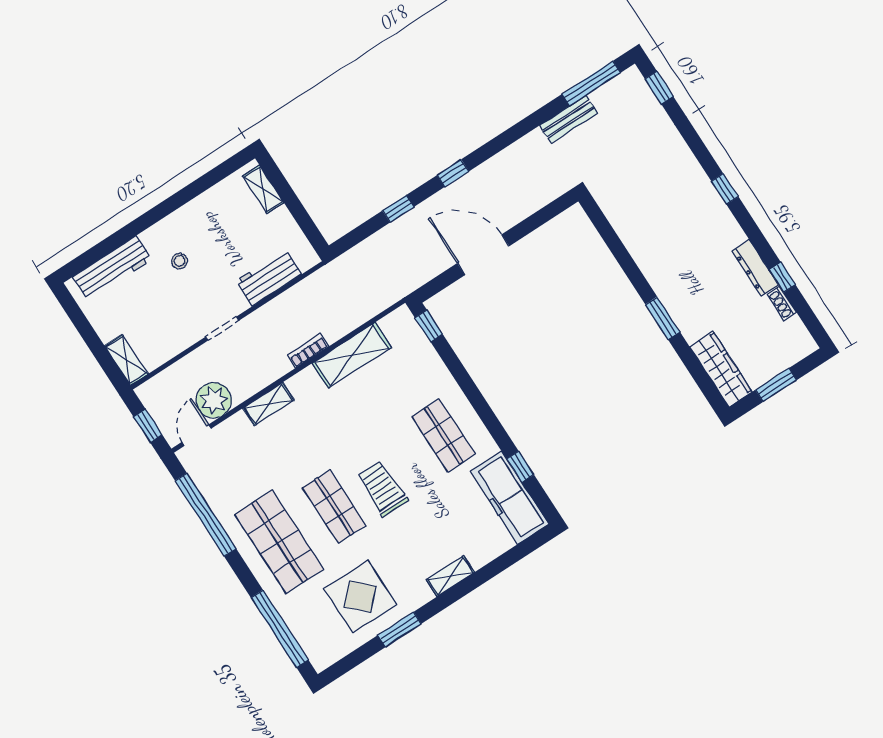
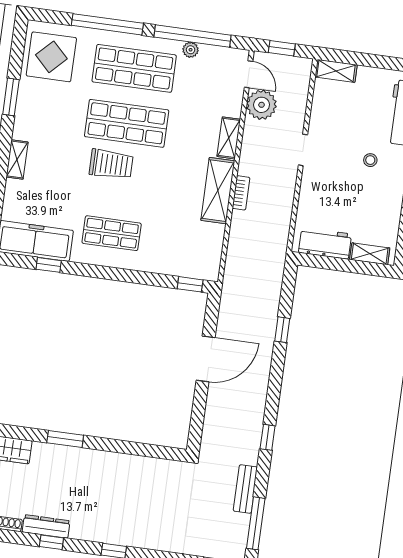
window: (453, 173) -> (268, 437), moved
window: (782, 277) -> (51, 542), moved
workbench: (269, 278) -> (325, 243), moved, turned -90
shelving: (352, 355) -> (218, 191), moved
plant: (219, 506) -> (191, 50), added
shop shelf: (334, 506) -> (127, 123), width x1.43, depth x1.36
display table: (360, 597) -> (51, 57), moved
window: (280, 629) -> (107, 24), moved

